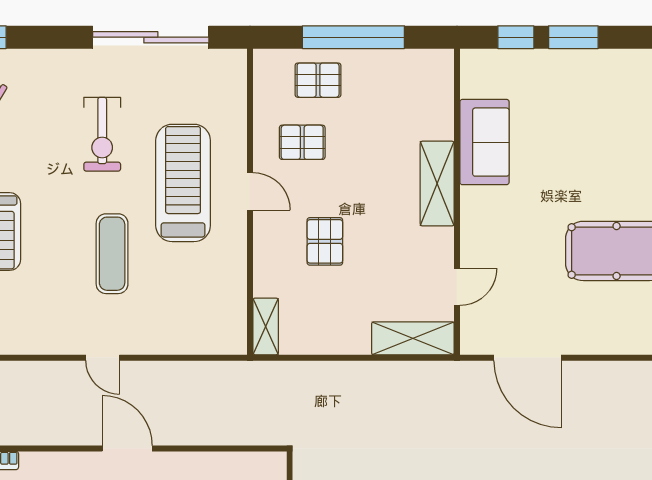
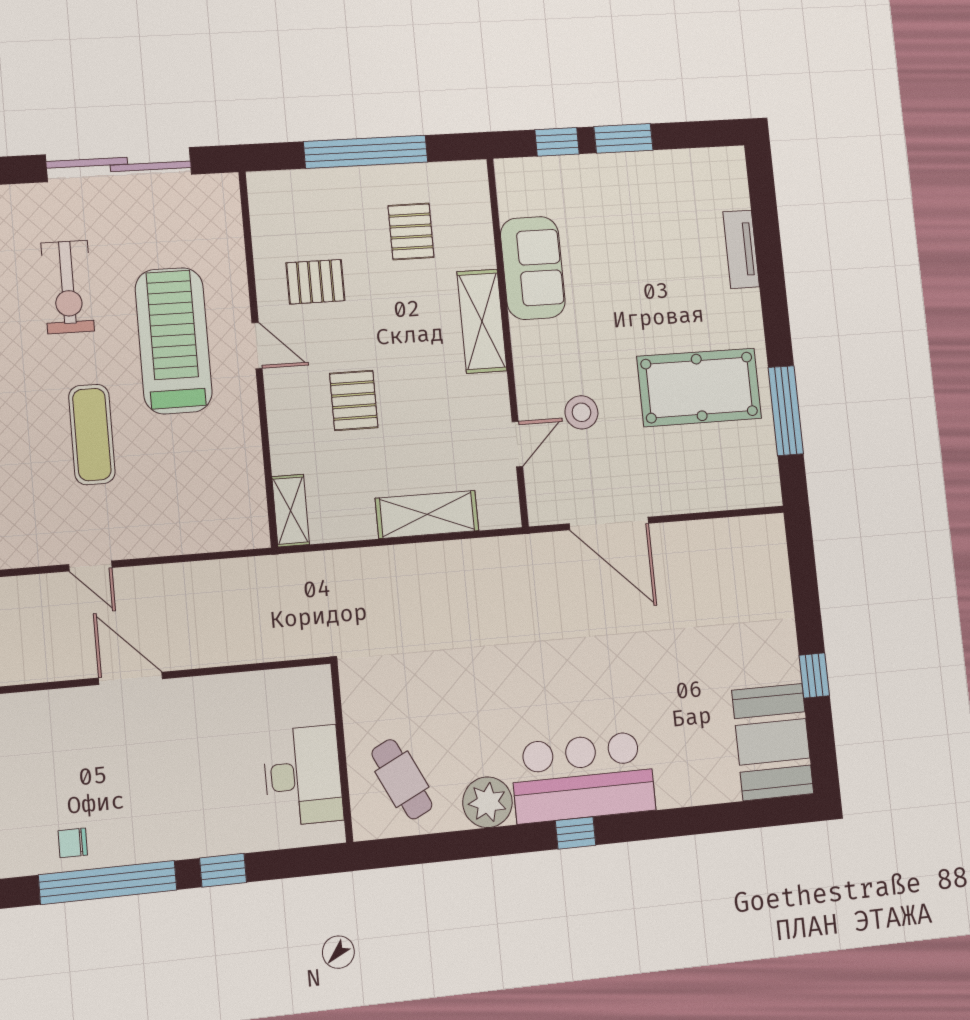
pallet: (318, 80) -> (411, 231), moved, turned 90
stool: (514, 265) -> (581, 412), added
shelving: (413, 338) -> (427, 514), moved

